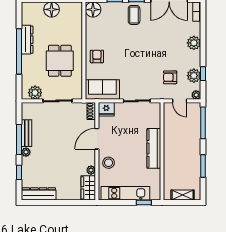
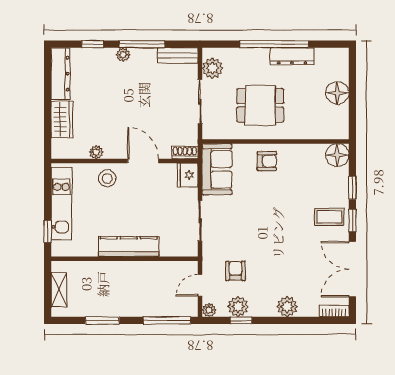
bench: (27, 133) -> (178, 55), moved
wardrobe: (88, 188) -> (62, 119), moved, turned 90

